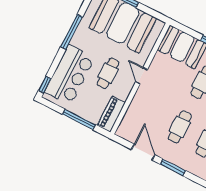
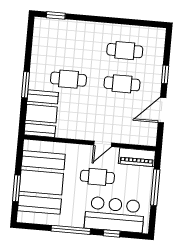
door: (142, 76) -> (103, 144), moved
window: (45, 85) -> (112, 233), moved
window: (173, 167) -> (165, 74), width x0.67

